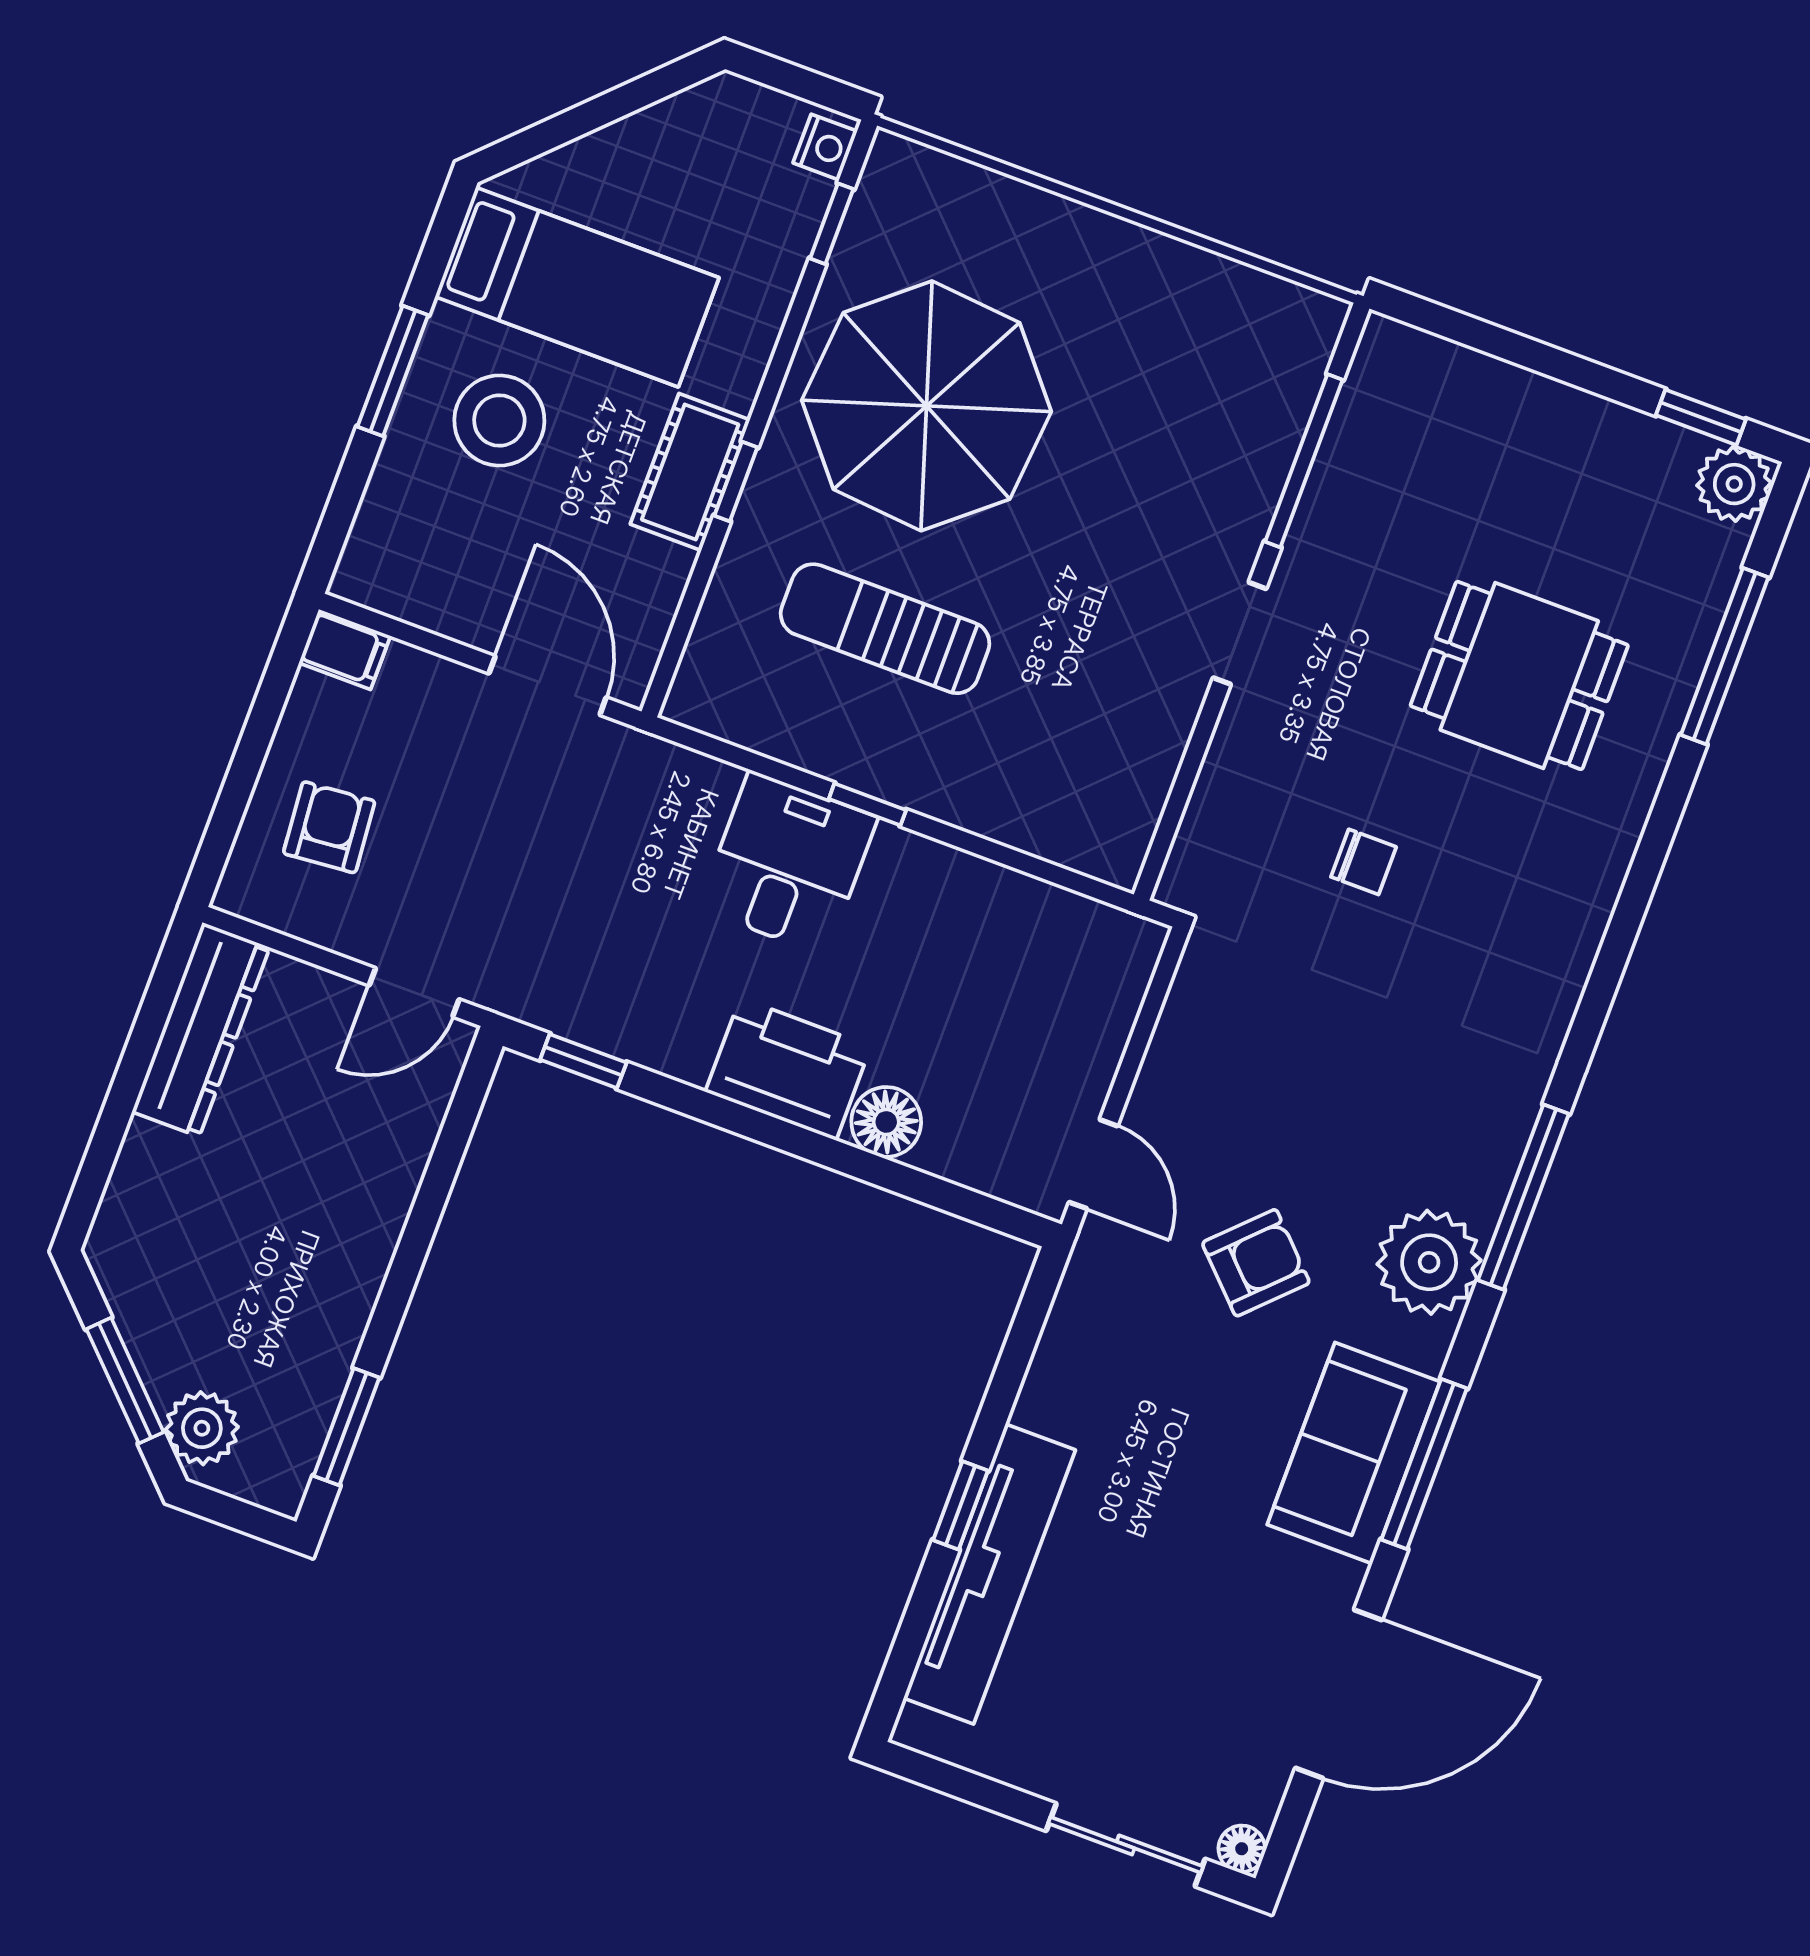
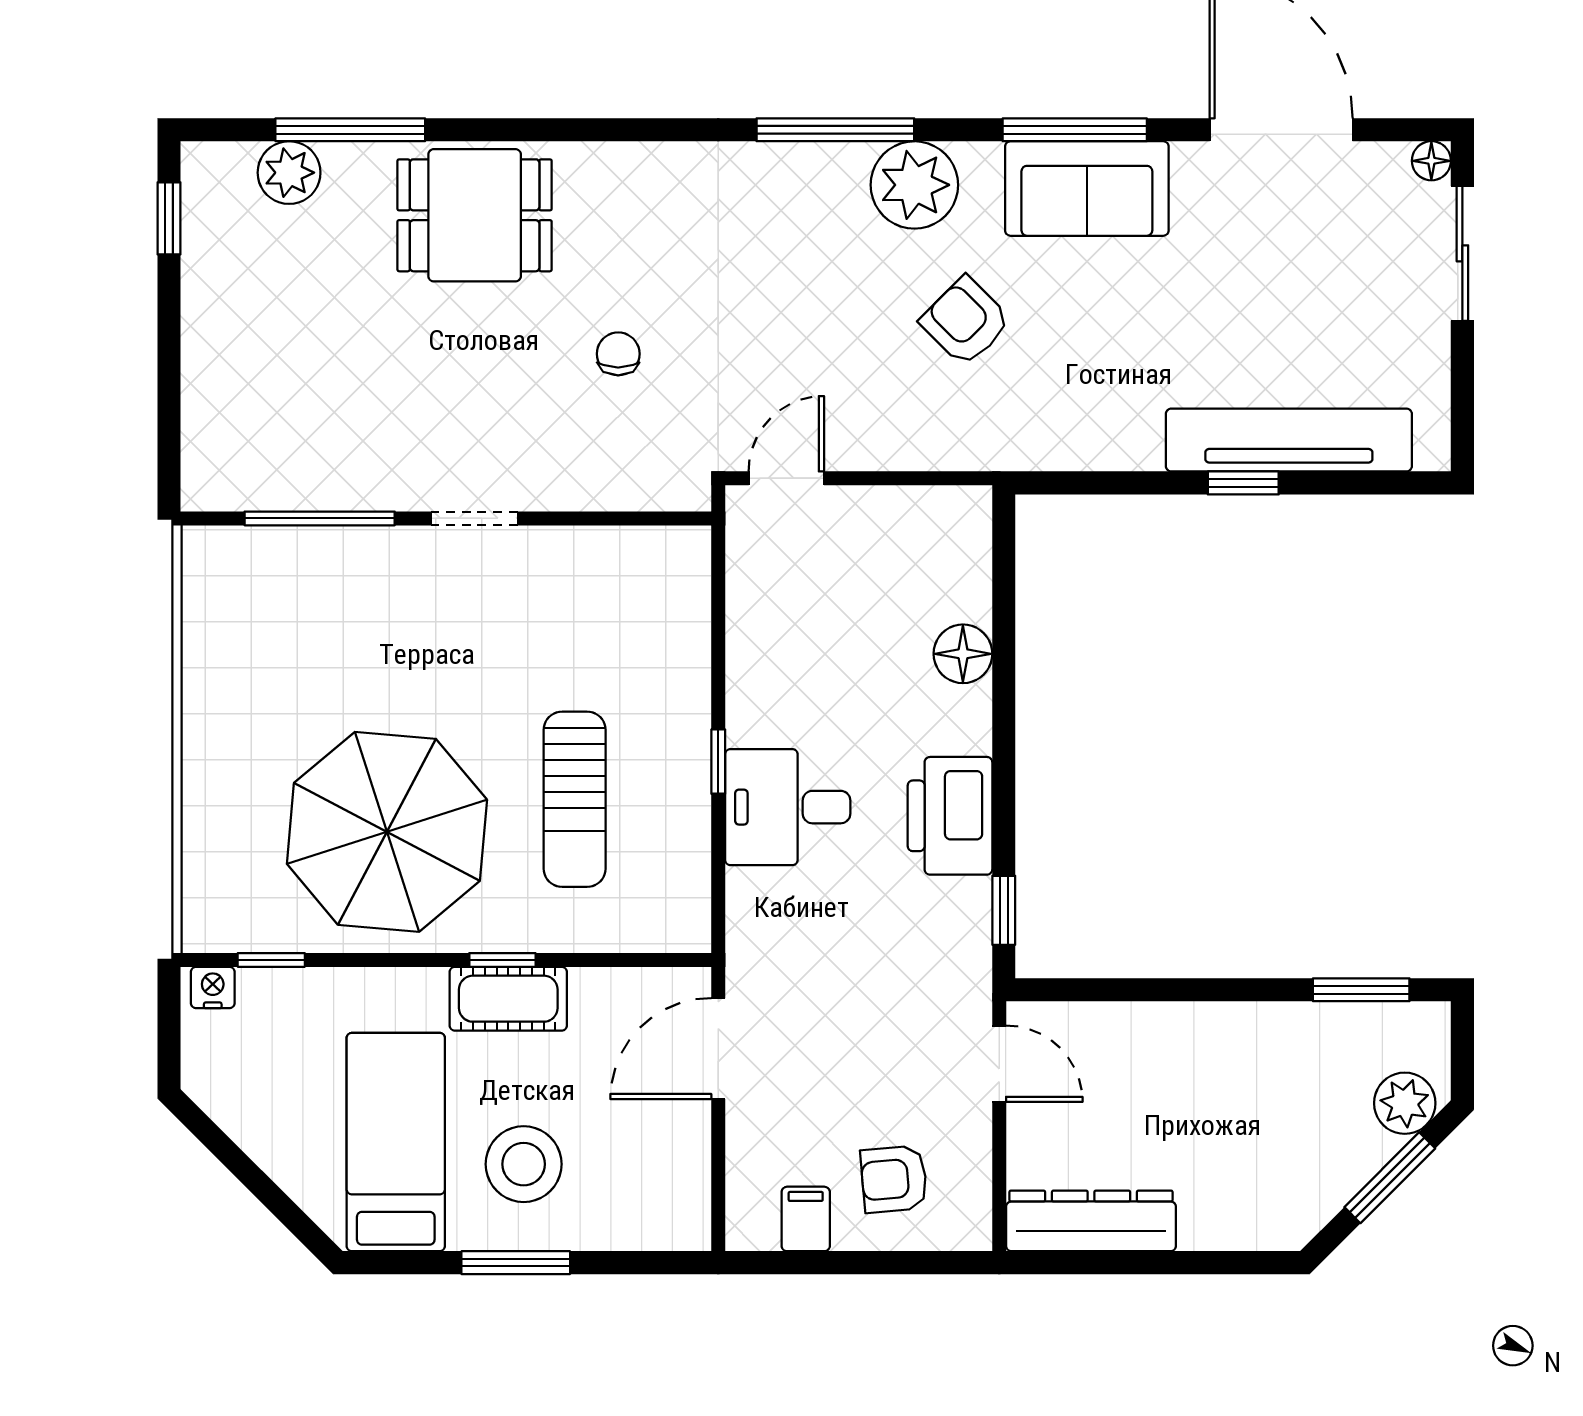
plant: (1734, 484) -> (289, 173), moved
filing cabinet: (345, 649) -> (806, 1219), moved
dining table: (1519, 675) -> (475, 215), moved, turned 90
printer: (788, 1069) -> (950, 816), moved
door: (1093, 1164) -> (786, 478), moved

